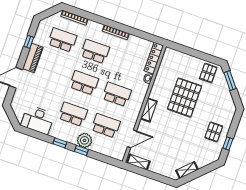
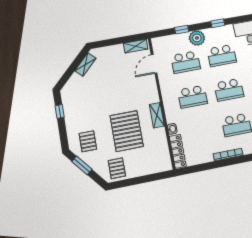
window: (230, 81) -> (82, 165), moved
shelving: (149, 110) -> (157, 115), moved
pallet: (214, 132) -> (88, 141), moved
window: (81, 150) -> (182, 30), moved

